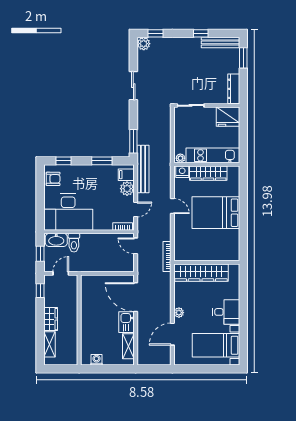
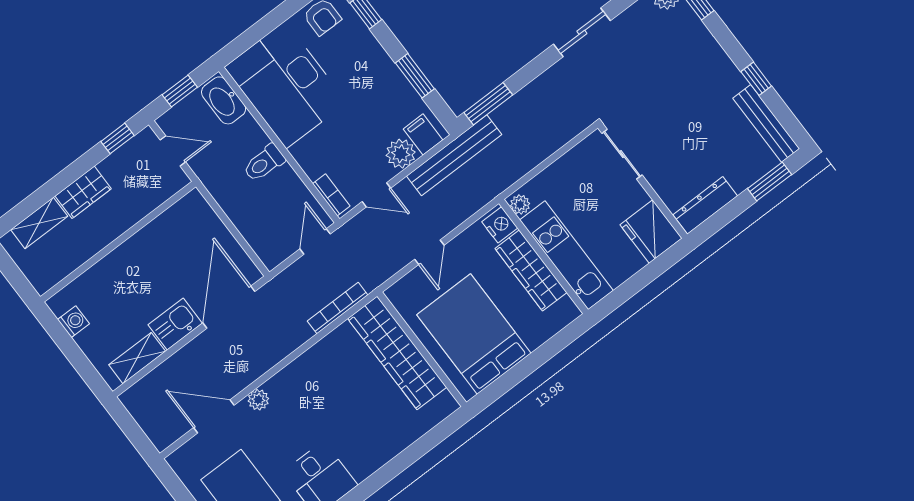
toilet: (74, 243) -> (264, 163), moved
wall: (207, 262) -> (422, 349), moved
wardrobe: (201, 273) -> (397, 353), moved

